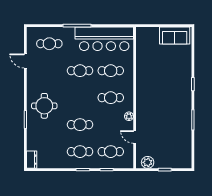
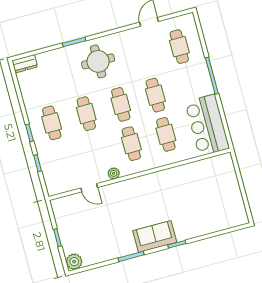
sofa: (175, 36) -> (155, 237), moved, turned 90
bar counter: (104, 39) -> (207, 125), width x0.73
door: (135, 137) -> (89, 188), swing flipped
cafe table: (111, 152) -> (121, 104), moved
plant: (148, 162) -> (74, 262), moved

